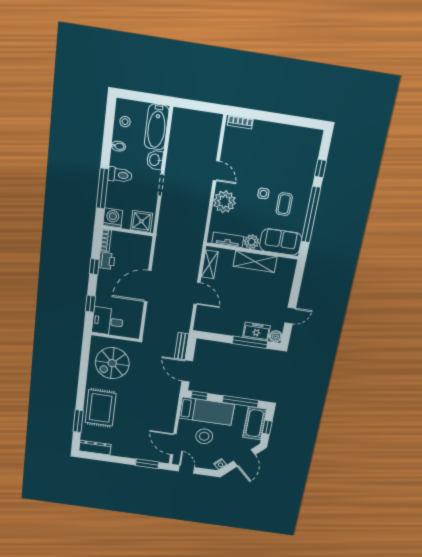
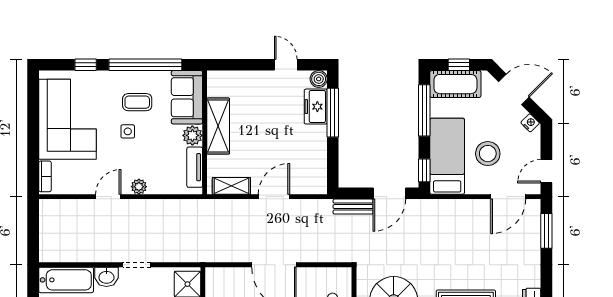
corner sofa: (281, 147) -> (67, 119), added
plant: (224, 202) -> (139, 187), width x0.53, depth x0.53

